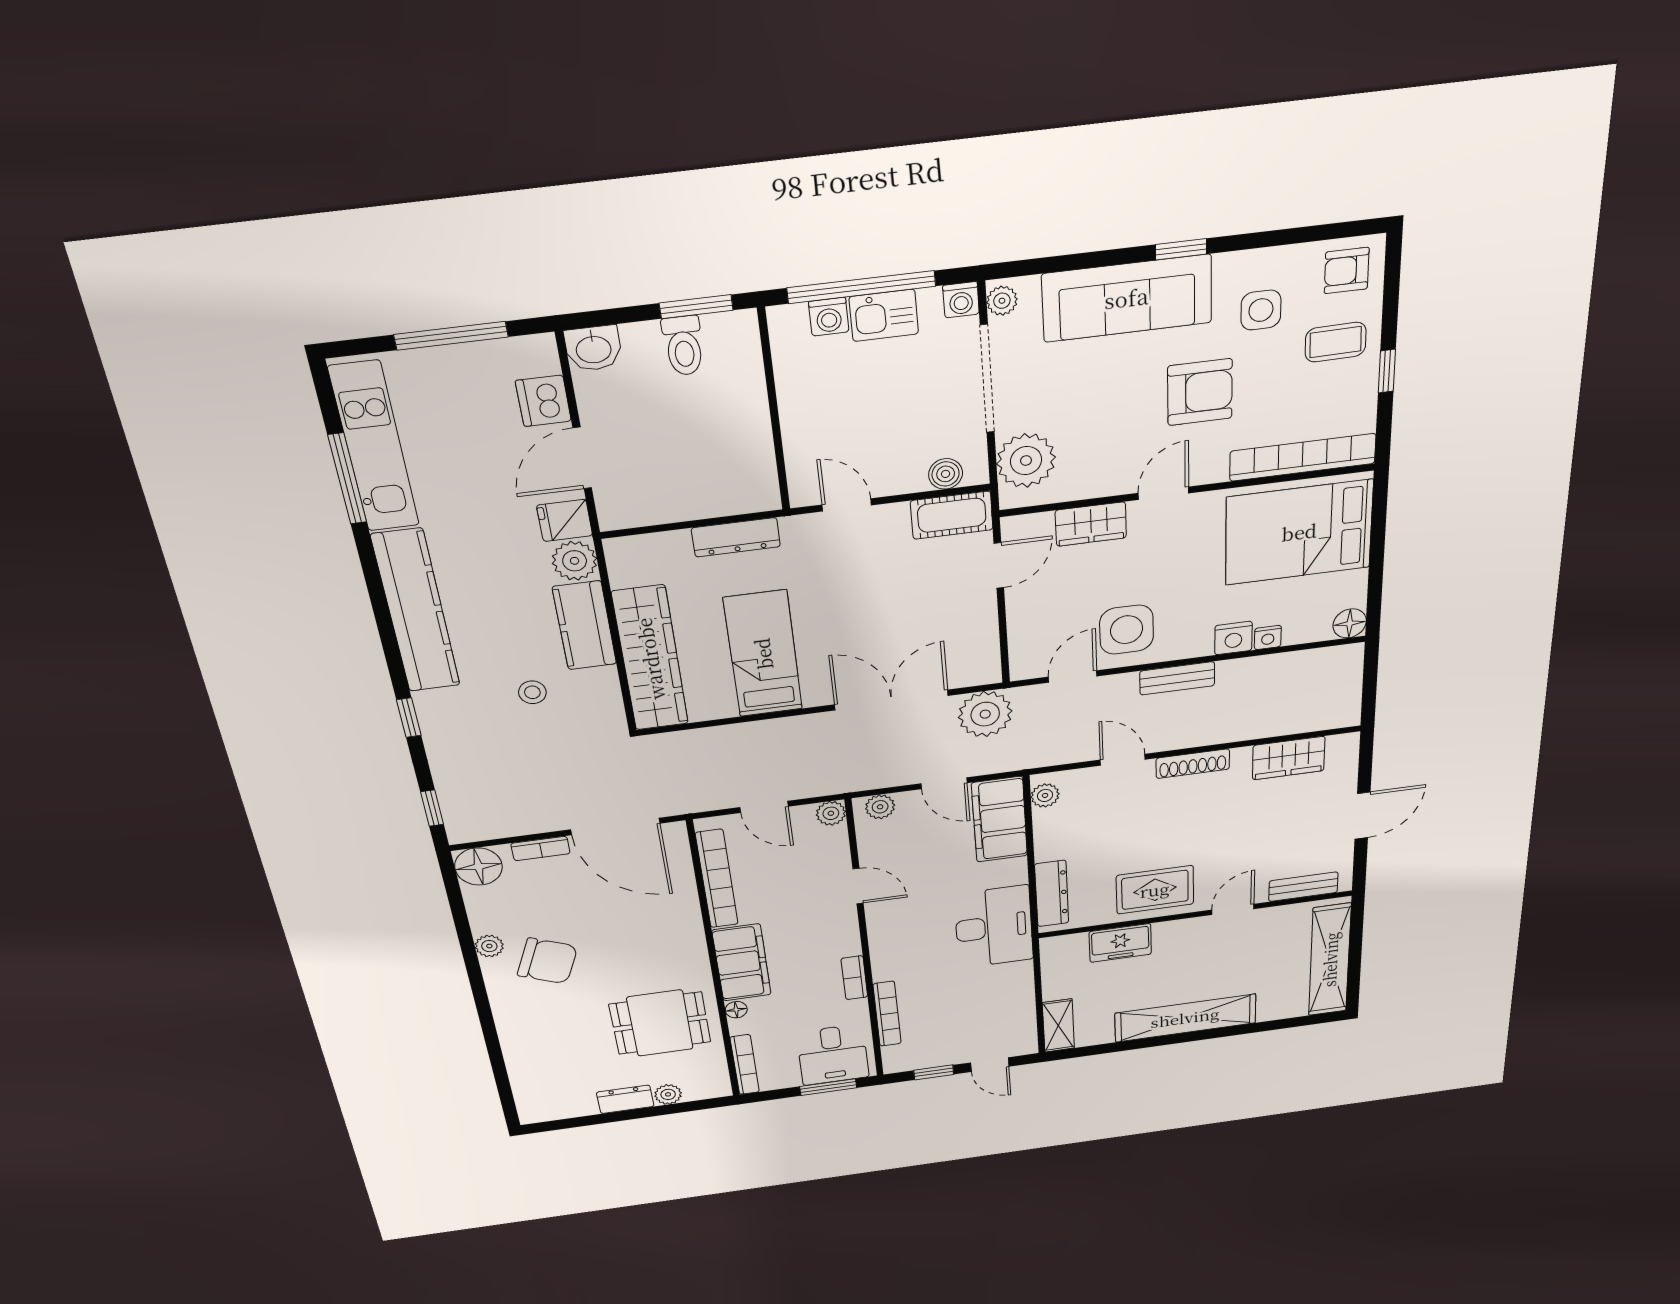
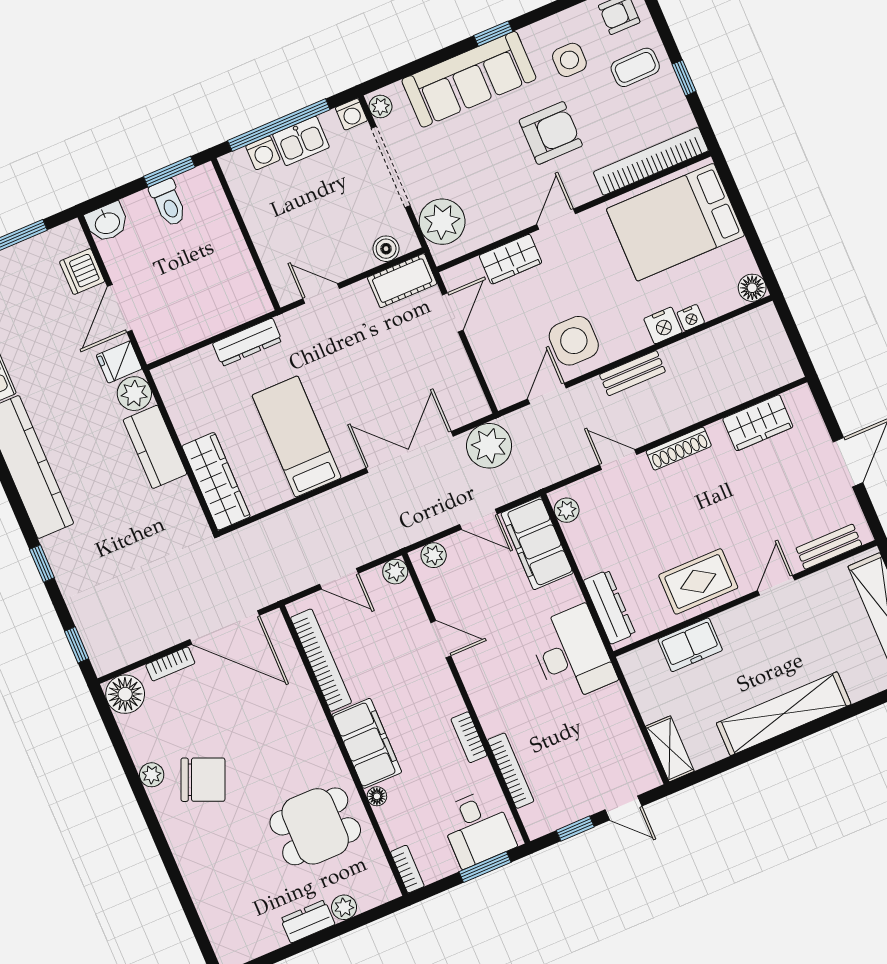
wardrobe: (650, 659) -> (216, 481), width x0.71, depth x0.85
stool: (532, 692) -> (130, 516), removed
bookcase: (745, 1065) -> (407, 869), width x0.64

